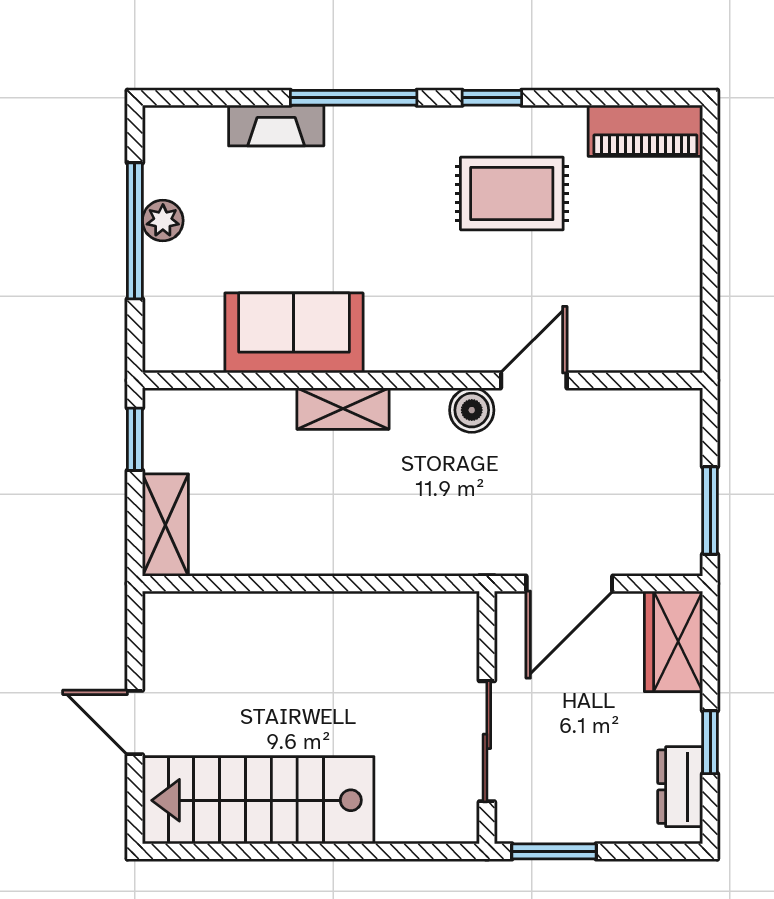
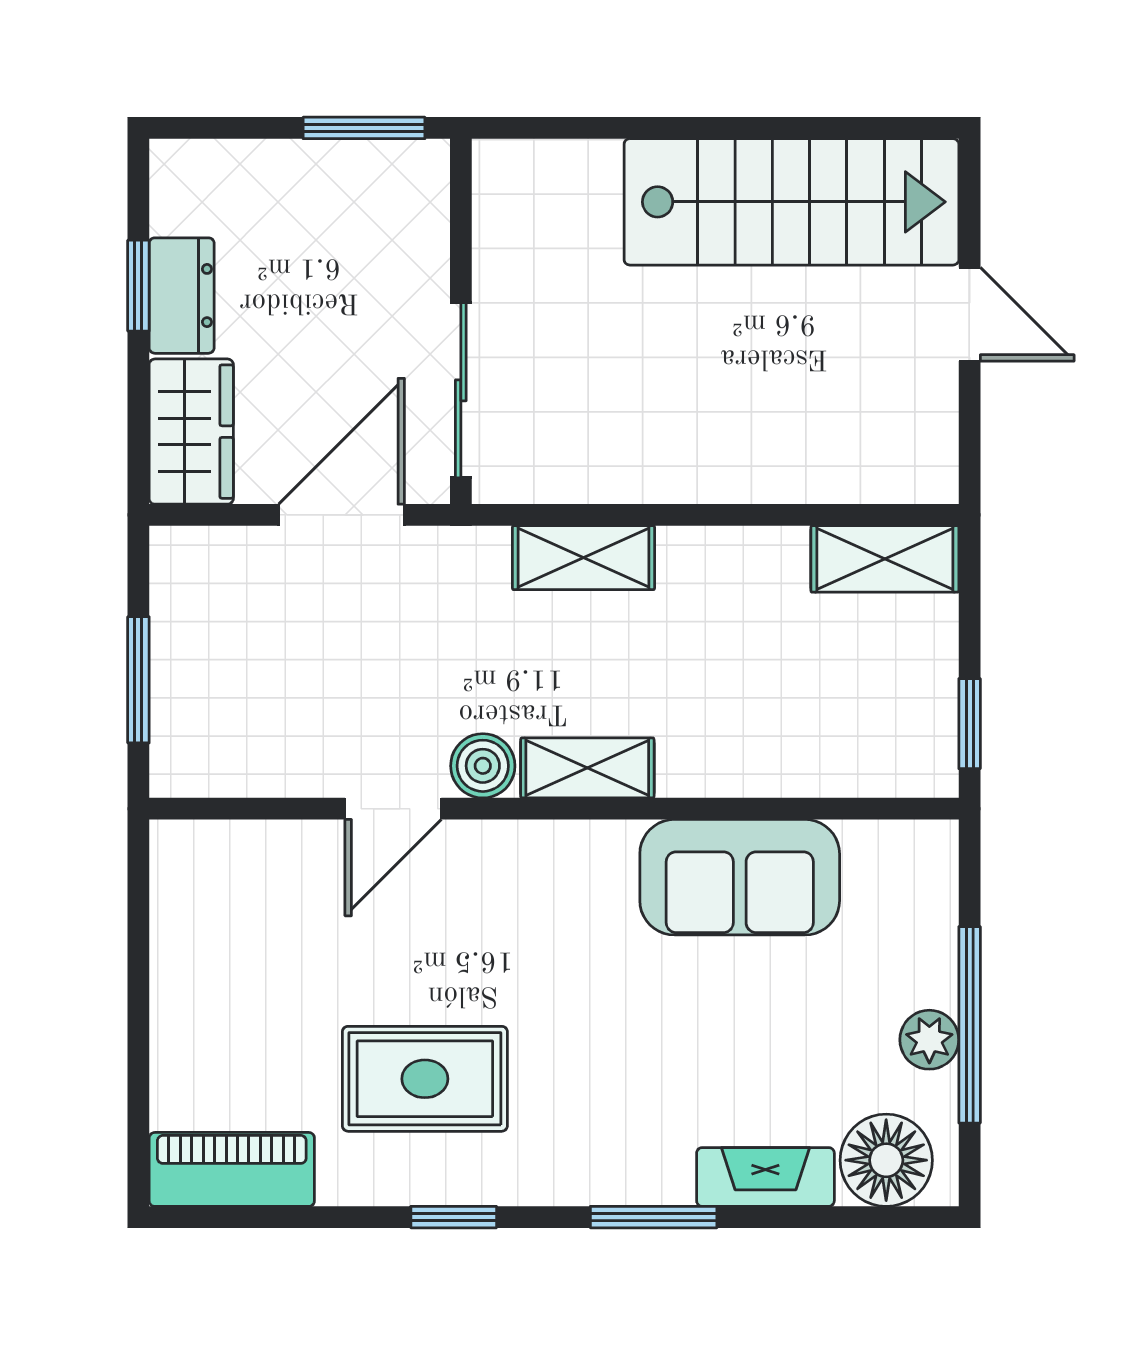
window: (354, 98) -> (654, 1217), width x0.69
floor lamp: (193, 137) -> (886, 1160), added
shelving: (343, 409) -> (587, 768), moved
window: (710, 511) -> (138, 680), moved
shelving: (165, 525) -> (885, 559), moved, turned 90
shelving: (402, 554) -> (583, 558), added
sliding door: (487, 741) -> (461, 390), moved
dresser: (680, 787) -> (182, 296), moved

